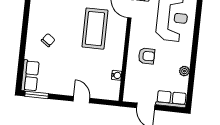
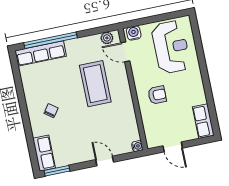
plant: (184, 71) -> (201, 98), removed
water cooler: (117, 75) -> (137, 146), moved
row of seats: (171, 99) -> (203, 121), moved, turned -90

